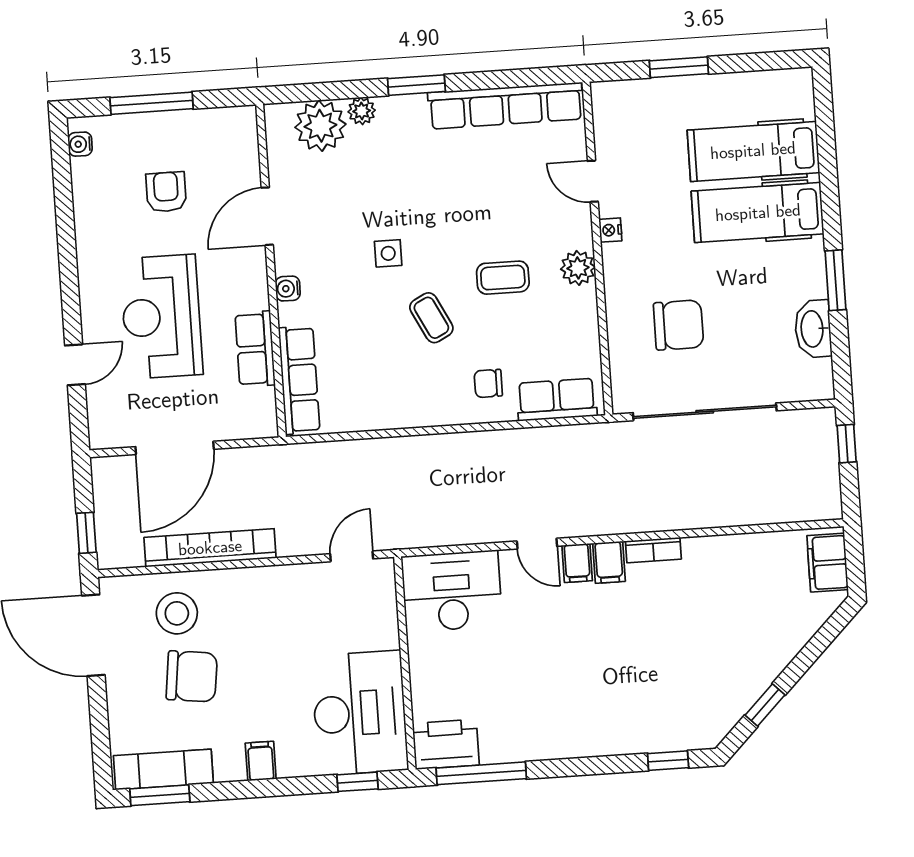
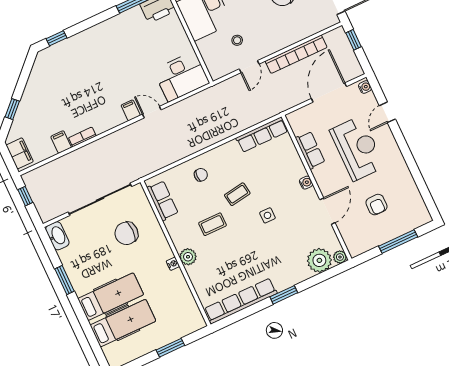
plant: (362, 111) -> (340, 257), moved
water cooler: (80, 144) -> (365, 87), moved
door: (593, 181) -> (189, 282), removed
plant: (578, 268) -> (188, 257), moved
coffee table: (431, 318) -> (237, 194), turned -72
washbasin: (813, 329) -> (57, 236), moved
row of seats: (299, 380) -> (262, 135), moved, turned -90
row of seats: (557, 400) -> (163, 201), moved, turned -90
window: (847, 444) -> (25, 196), moved
bookcase: (653, 550) -> (82, 137), moved
door: (352, 556) -> (249, 67), moved
filing cabinet: (609, 562) -> (61, 142), moved
stool: (177, 613) -> (237, 40), moved, width x0.53, depth x0.53
window: (765, 705) -> (12, 109), moved

